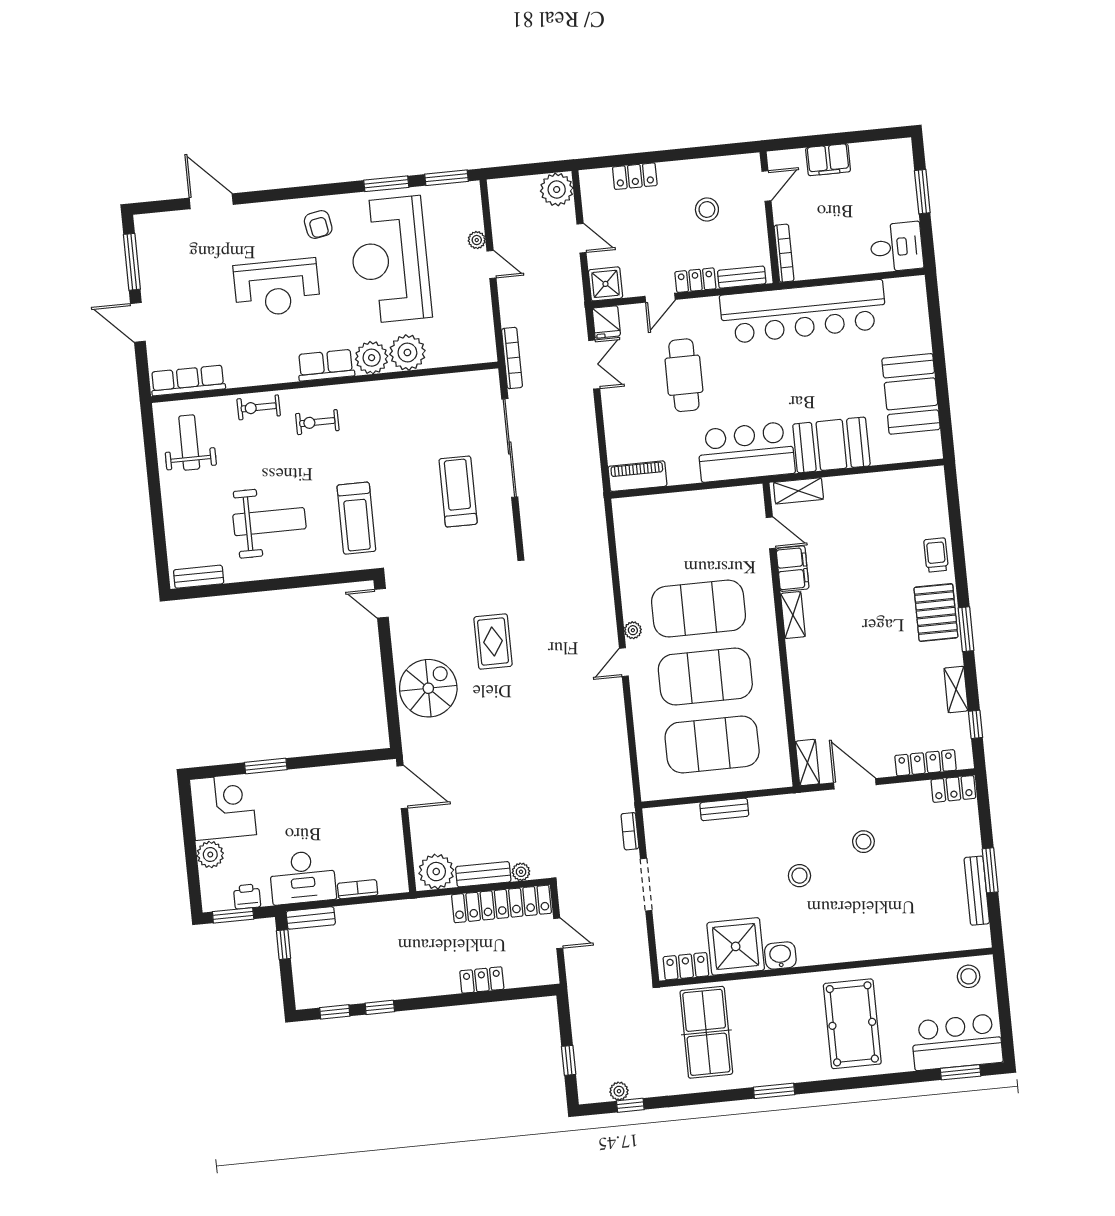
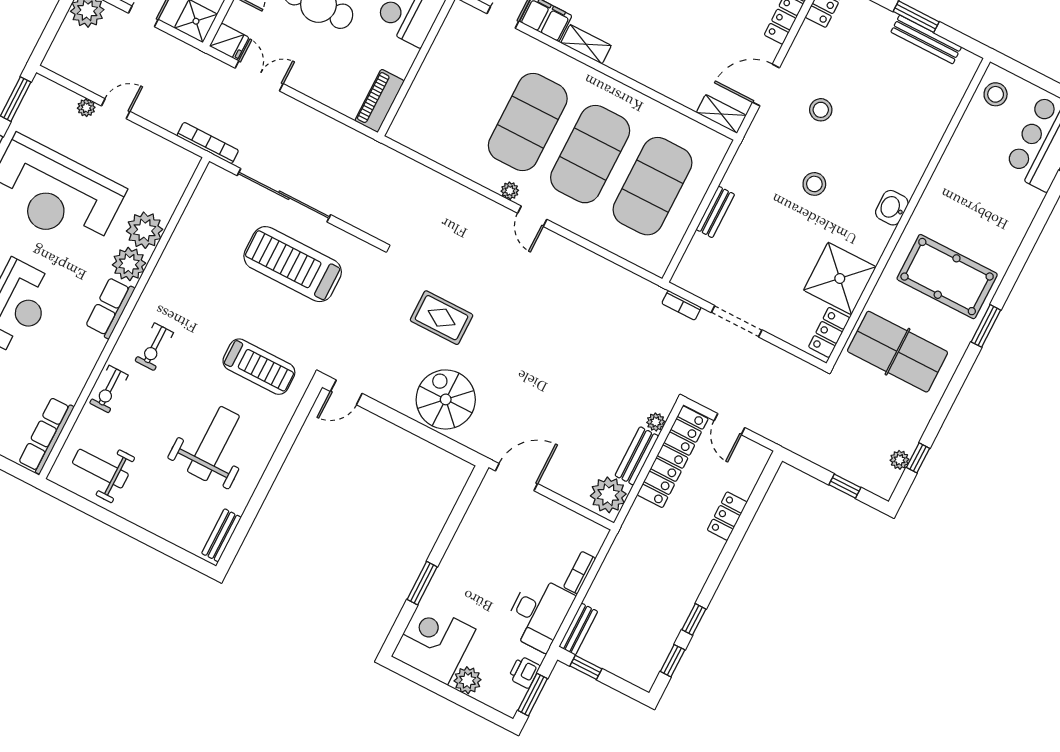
treadmill: (458, 491) -> (293, 264), width x1.37, depth x1.38
door: (558, 933) -> (730, 424), swing flipped
washbasin: (780, 956) -> (892, 208), moved
pool table: (852, 1024) -> (947, 277), moved

